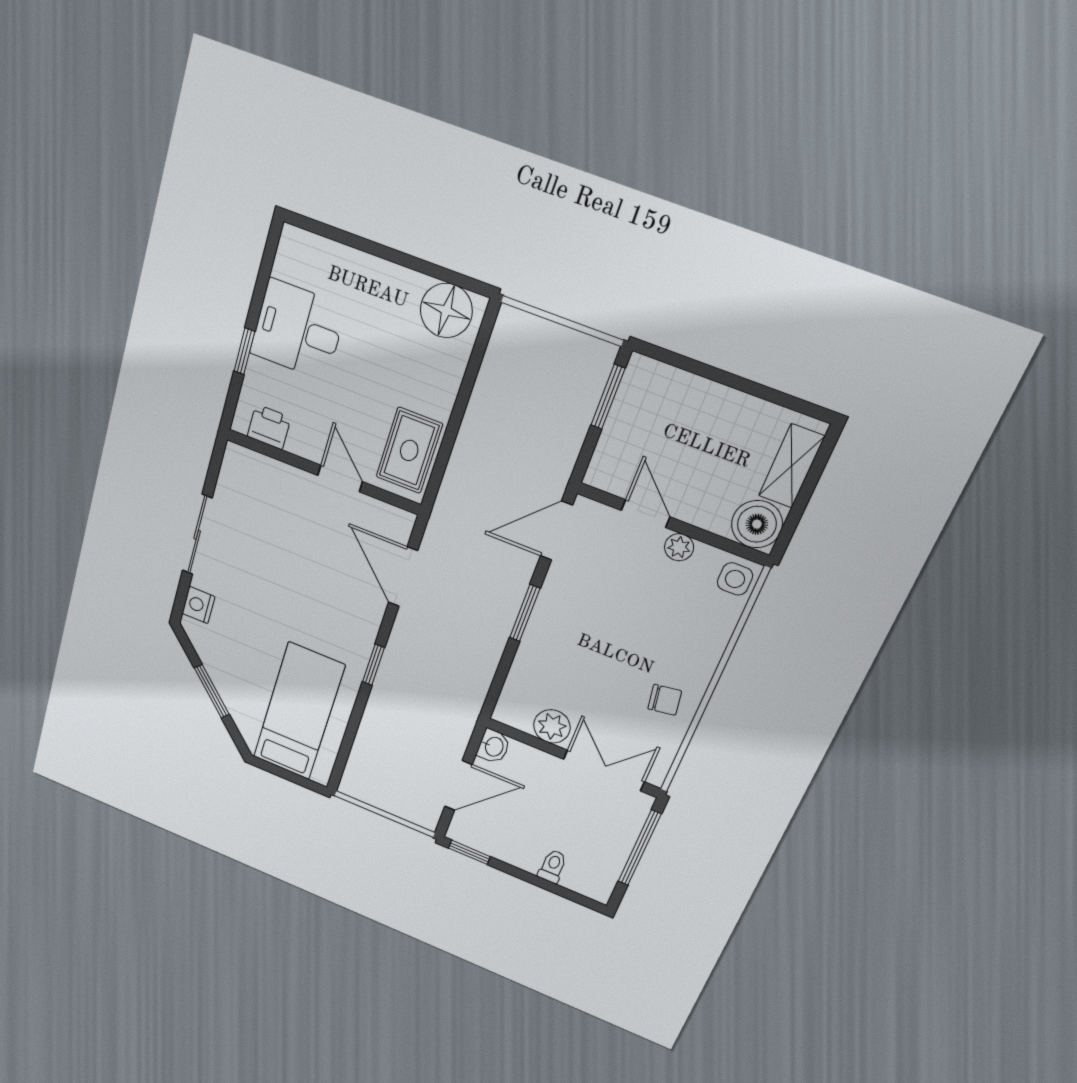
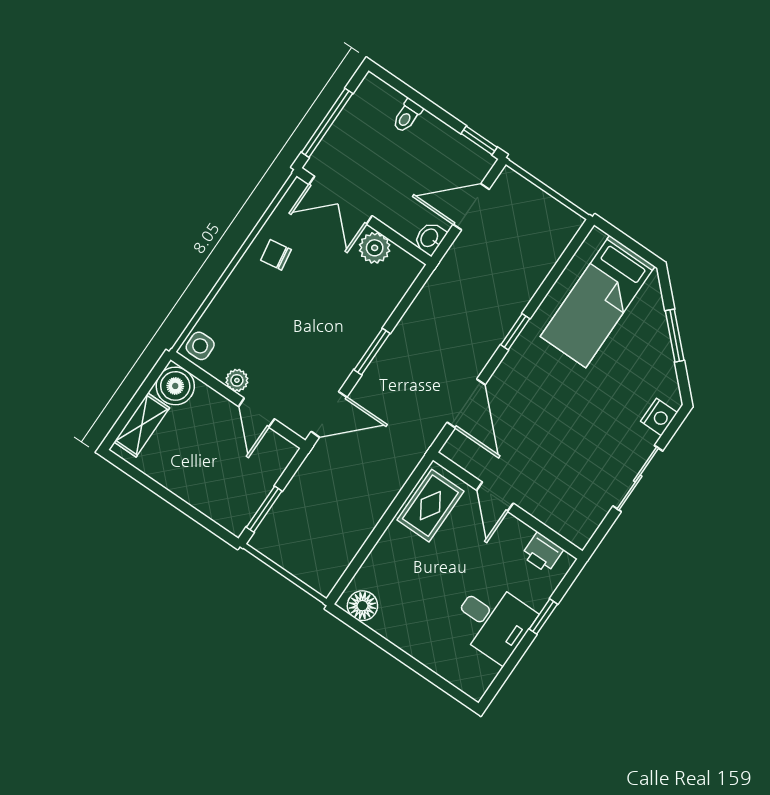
floor lamp: (446, 311) -> (362, 606), width x0.73, depth x0.73

